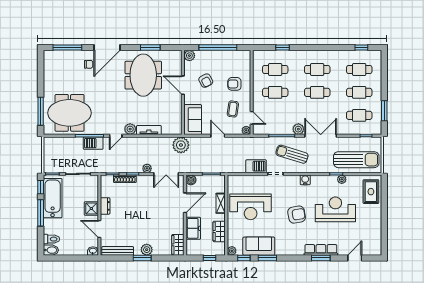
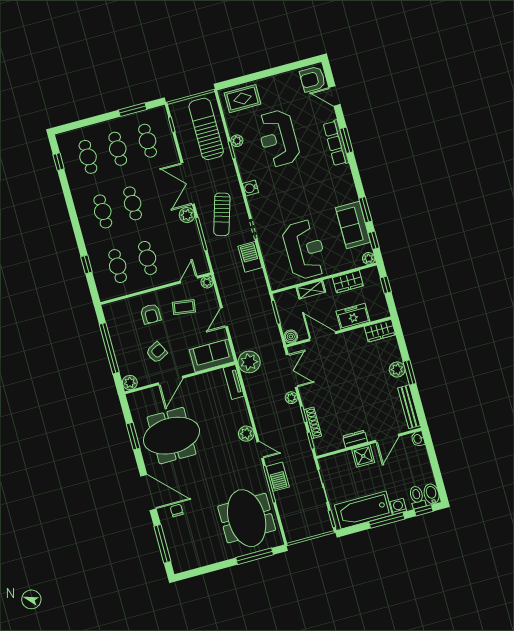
tv unit: (149, 130) -> (234, 382), moved
window: (41, 187) -> (424, 510), moved
armchair: (297, 215) -> (313, 79), moved, turned -80
washing machine: (48, 224) -> (398, 506), added

